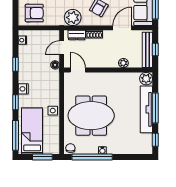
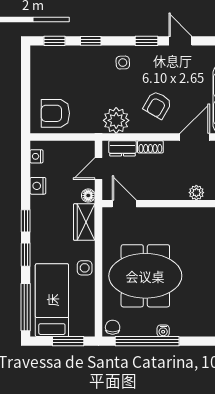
armchair: (34, 13) -> (55, 113), turned 180
window: (16, 64) -> (26, 221), moved
wardrobe: (53, 82) -> (84, 222), added
nightstand: (23, 89) -> (38, 186), moved

